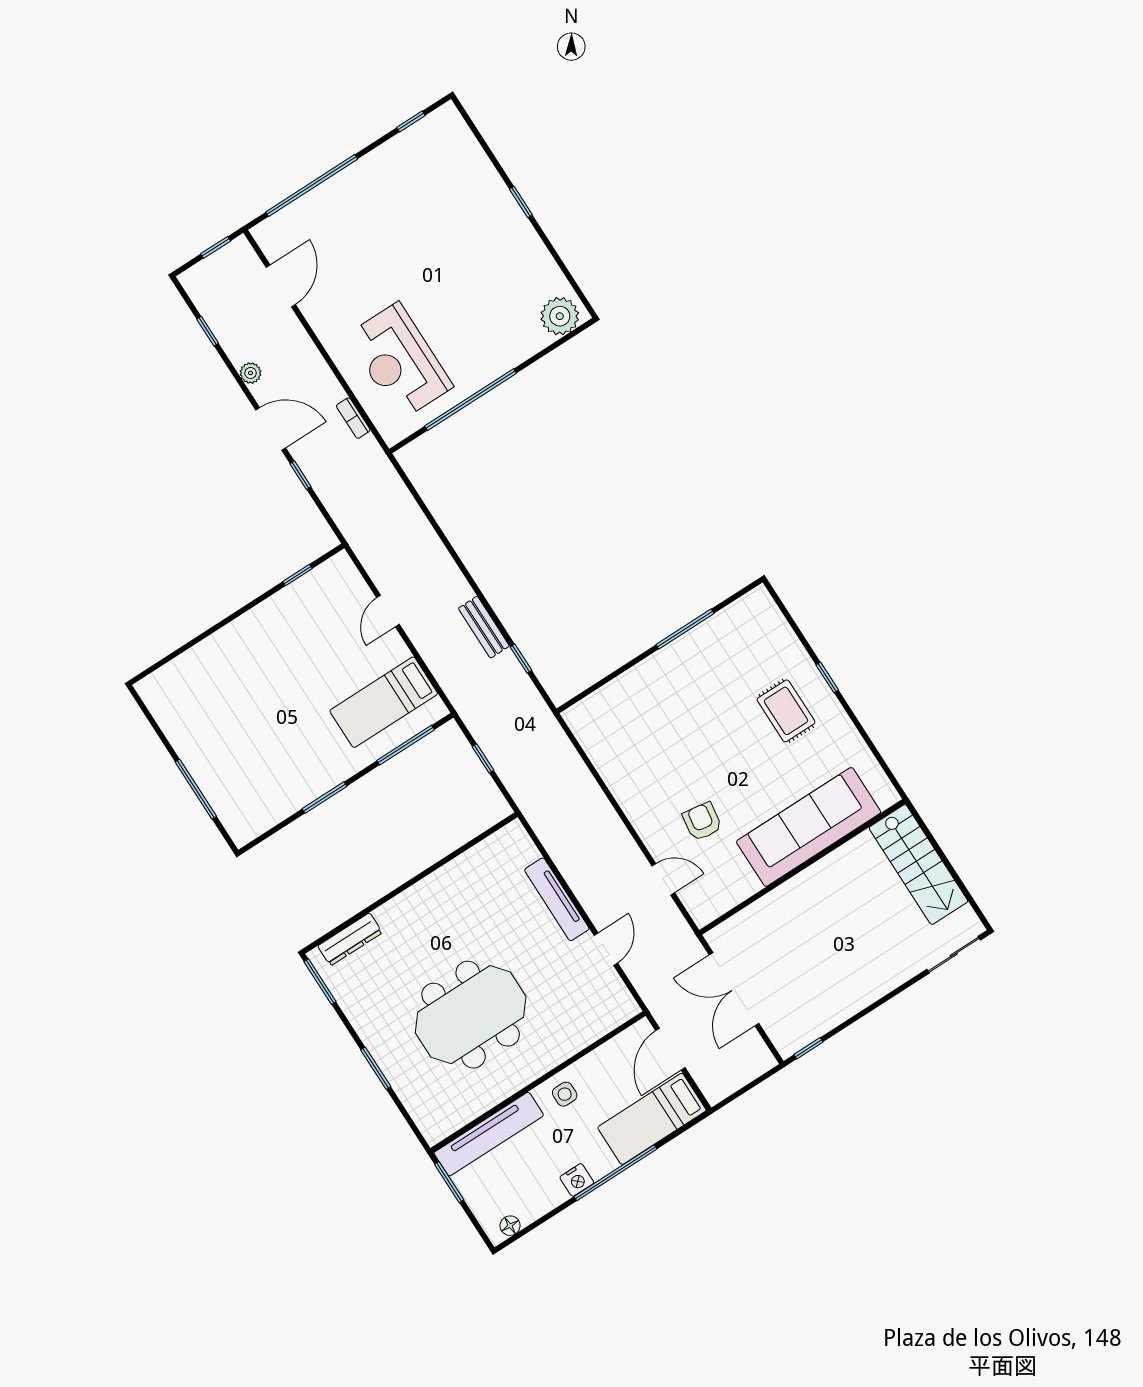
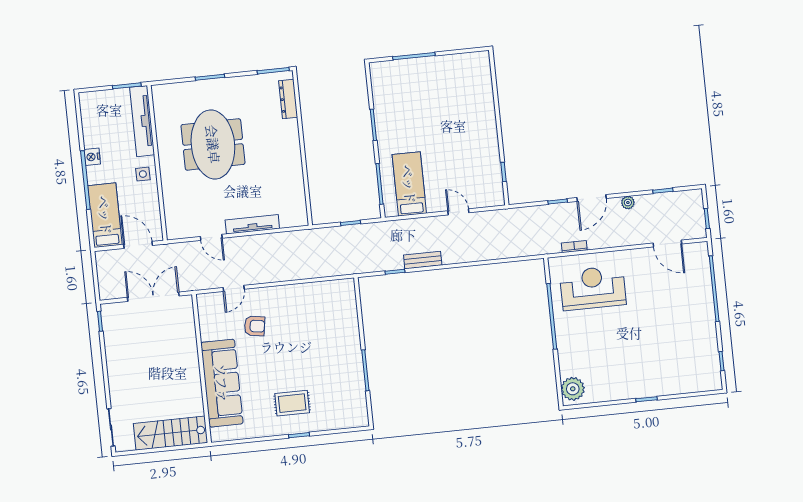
floor lamp: (510, 1226) -> (86, 107), removed

